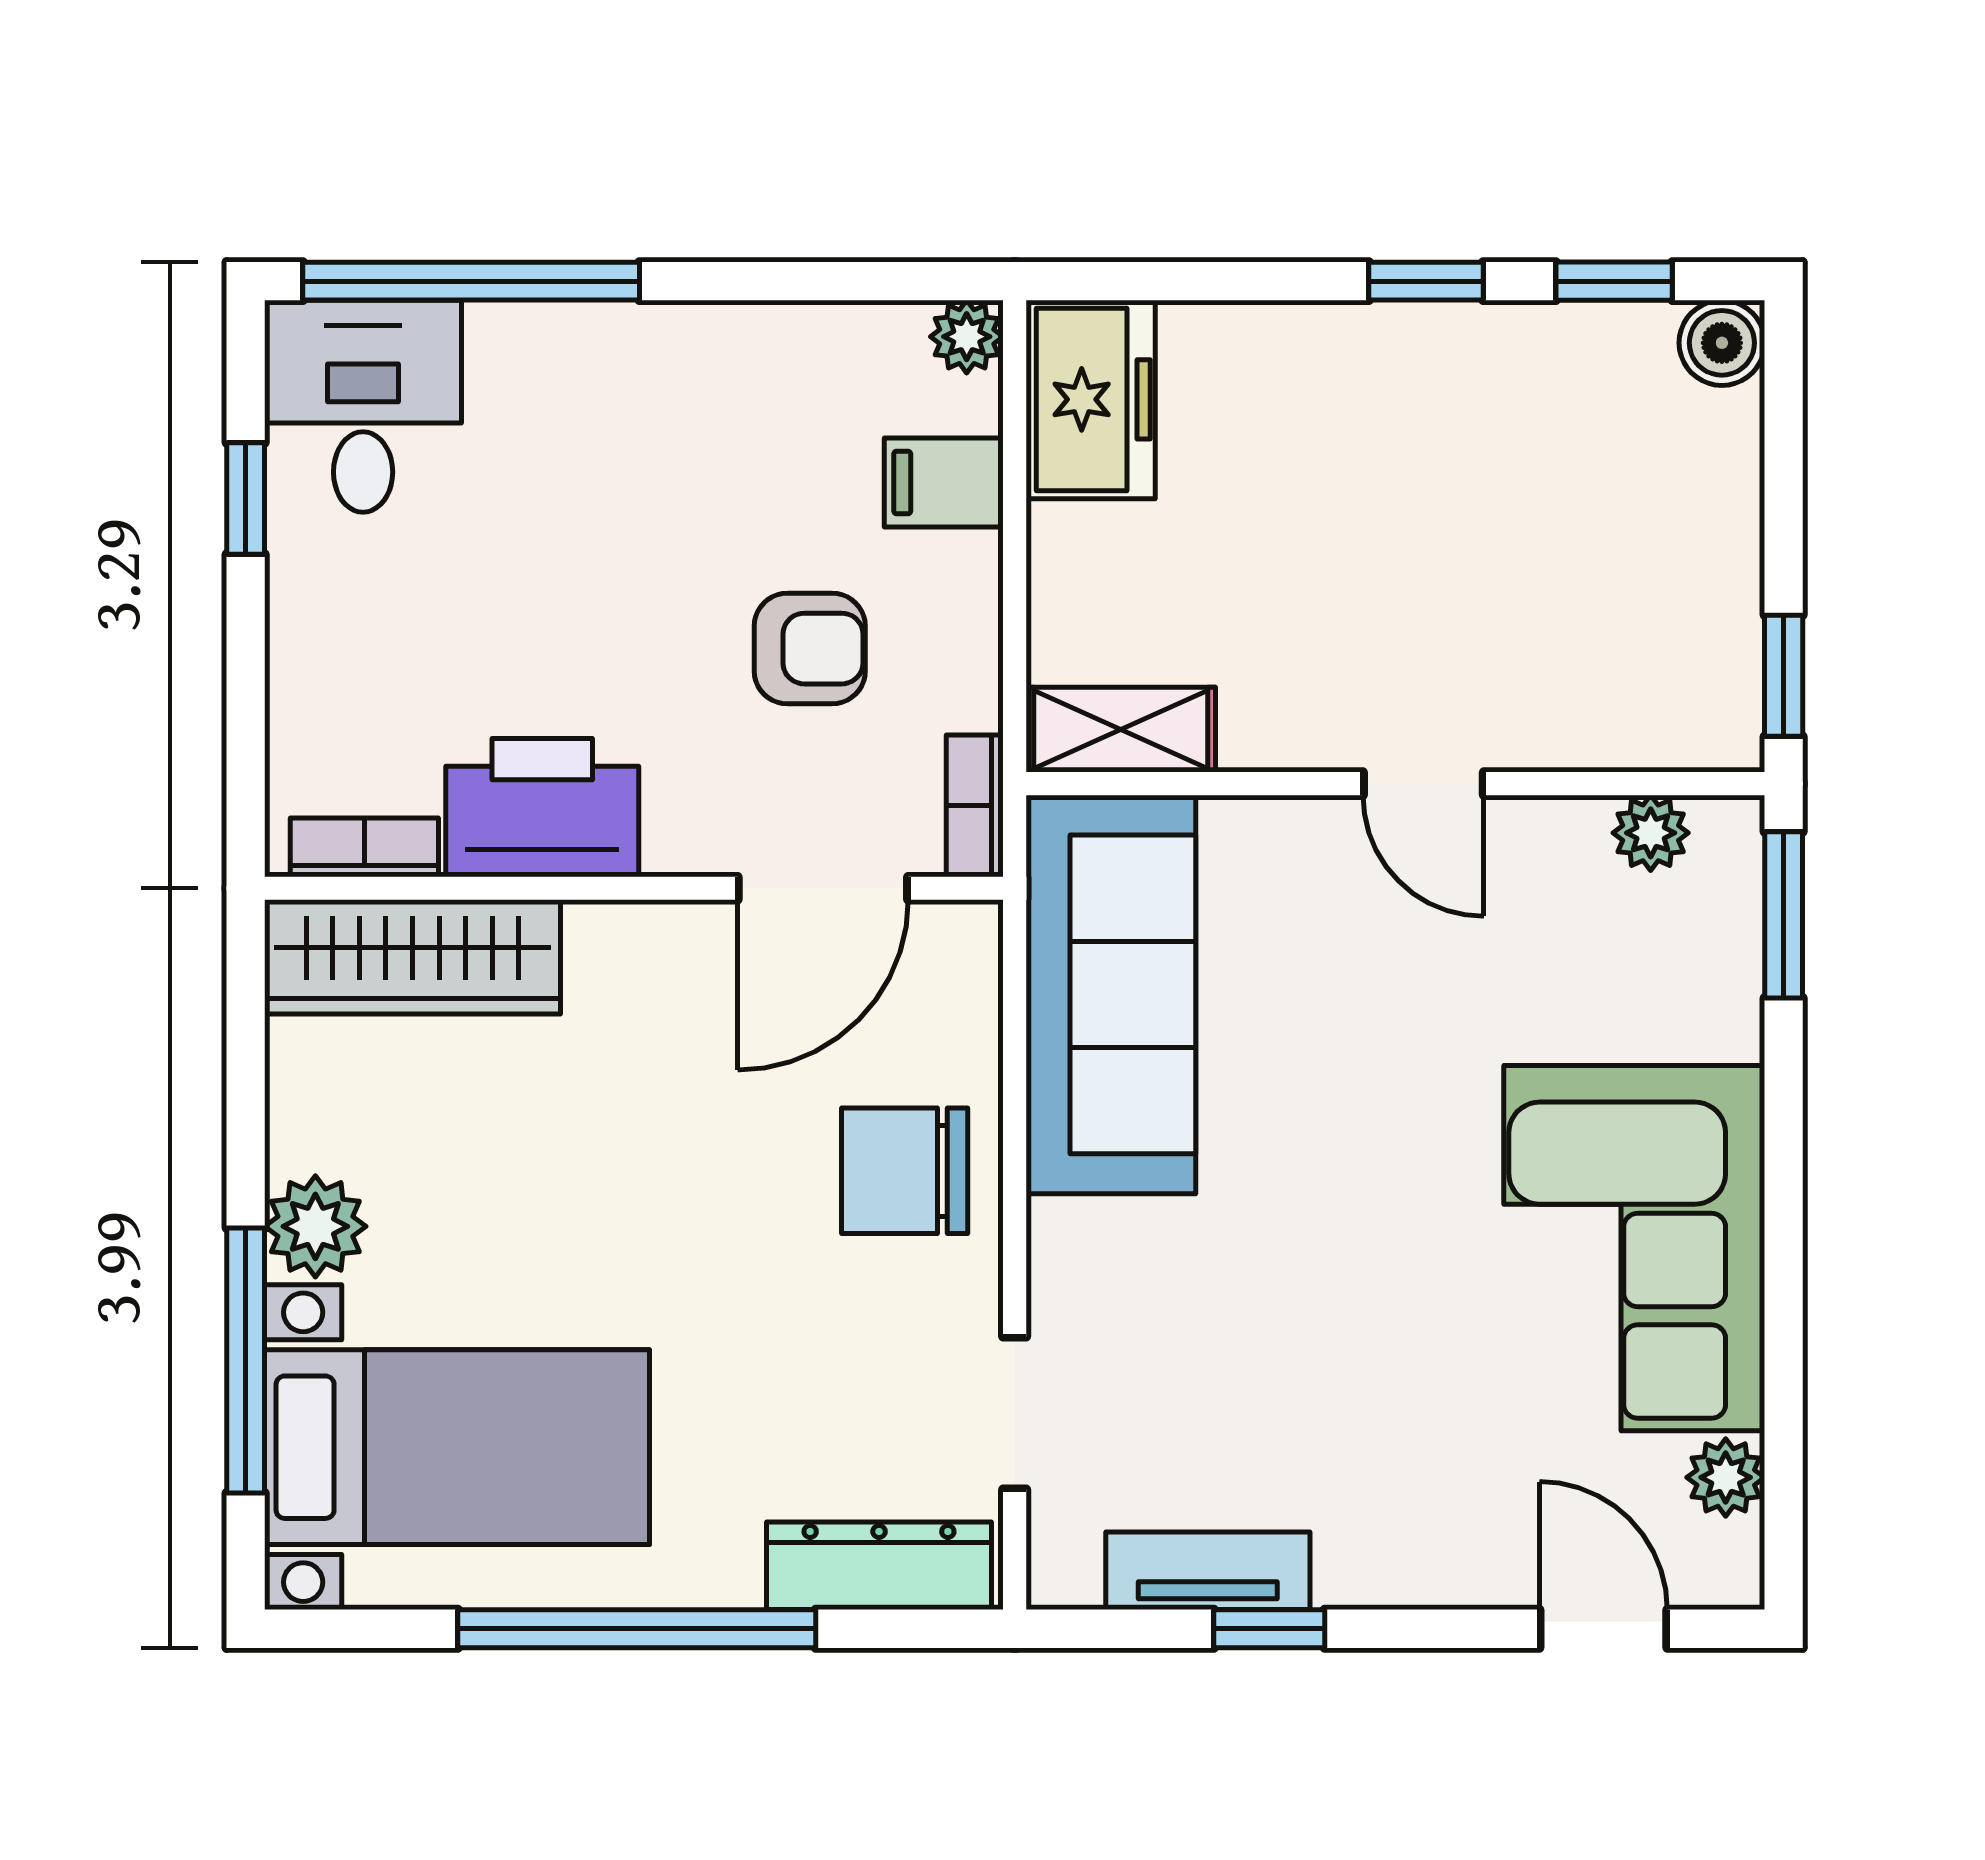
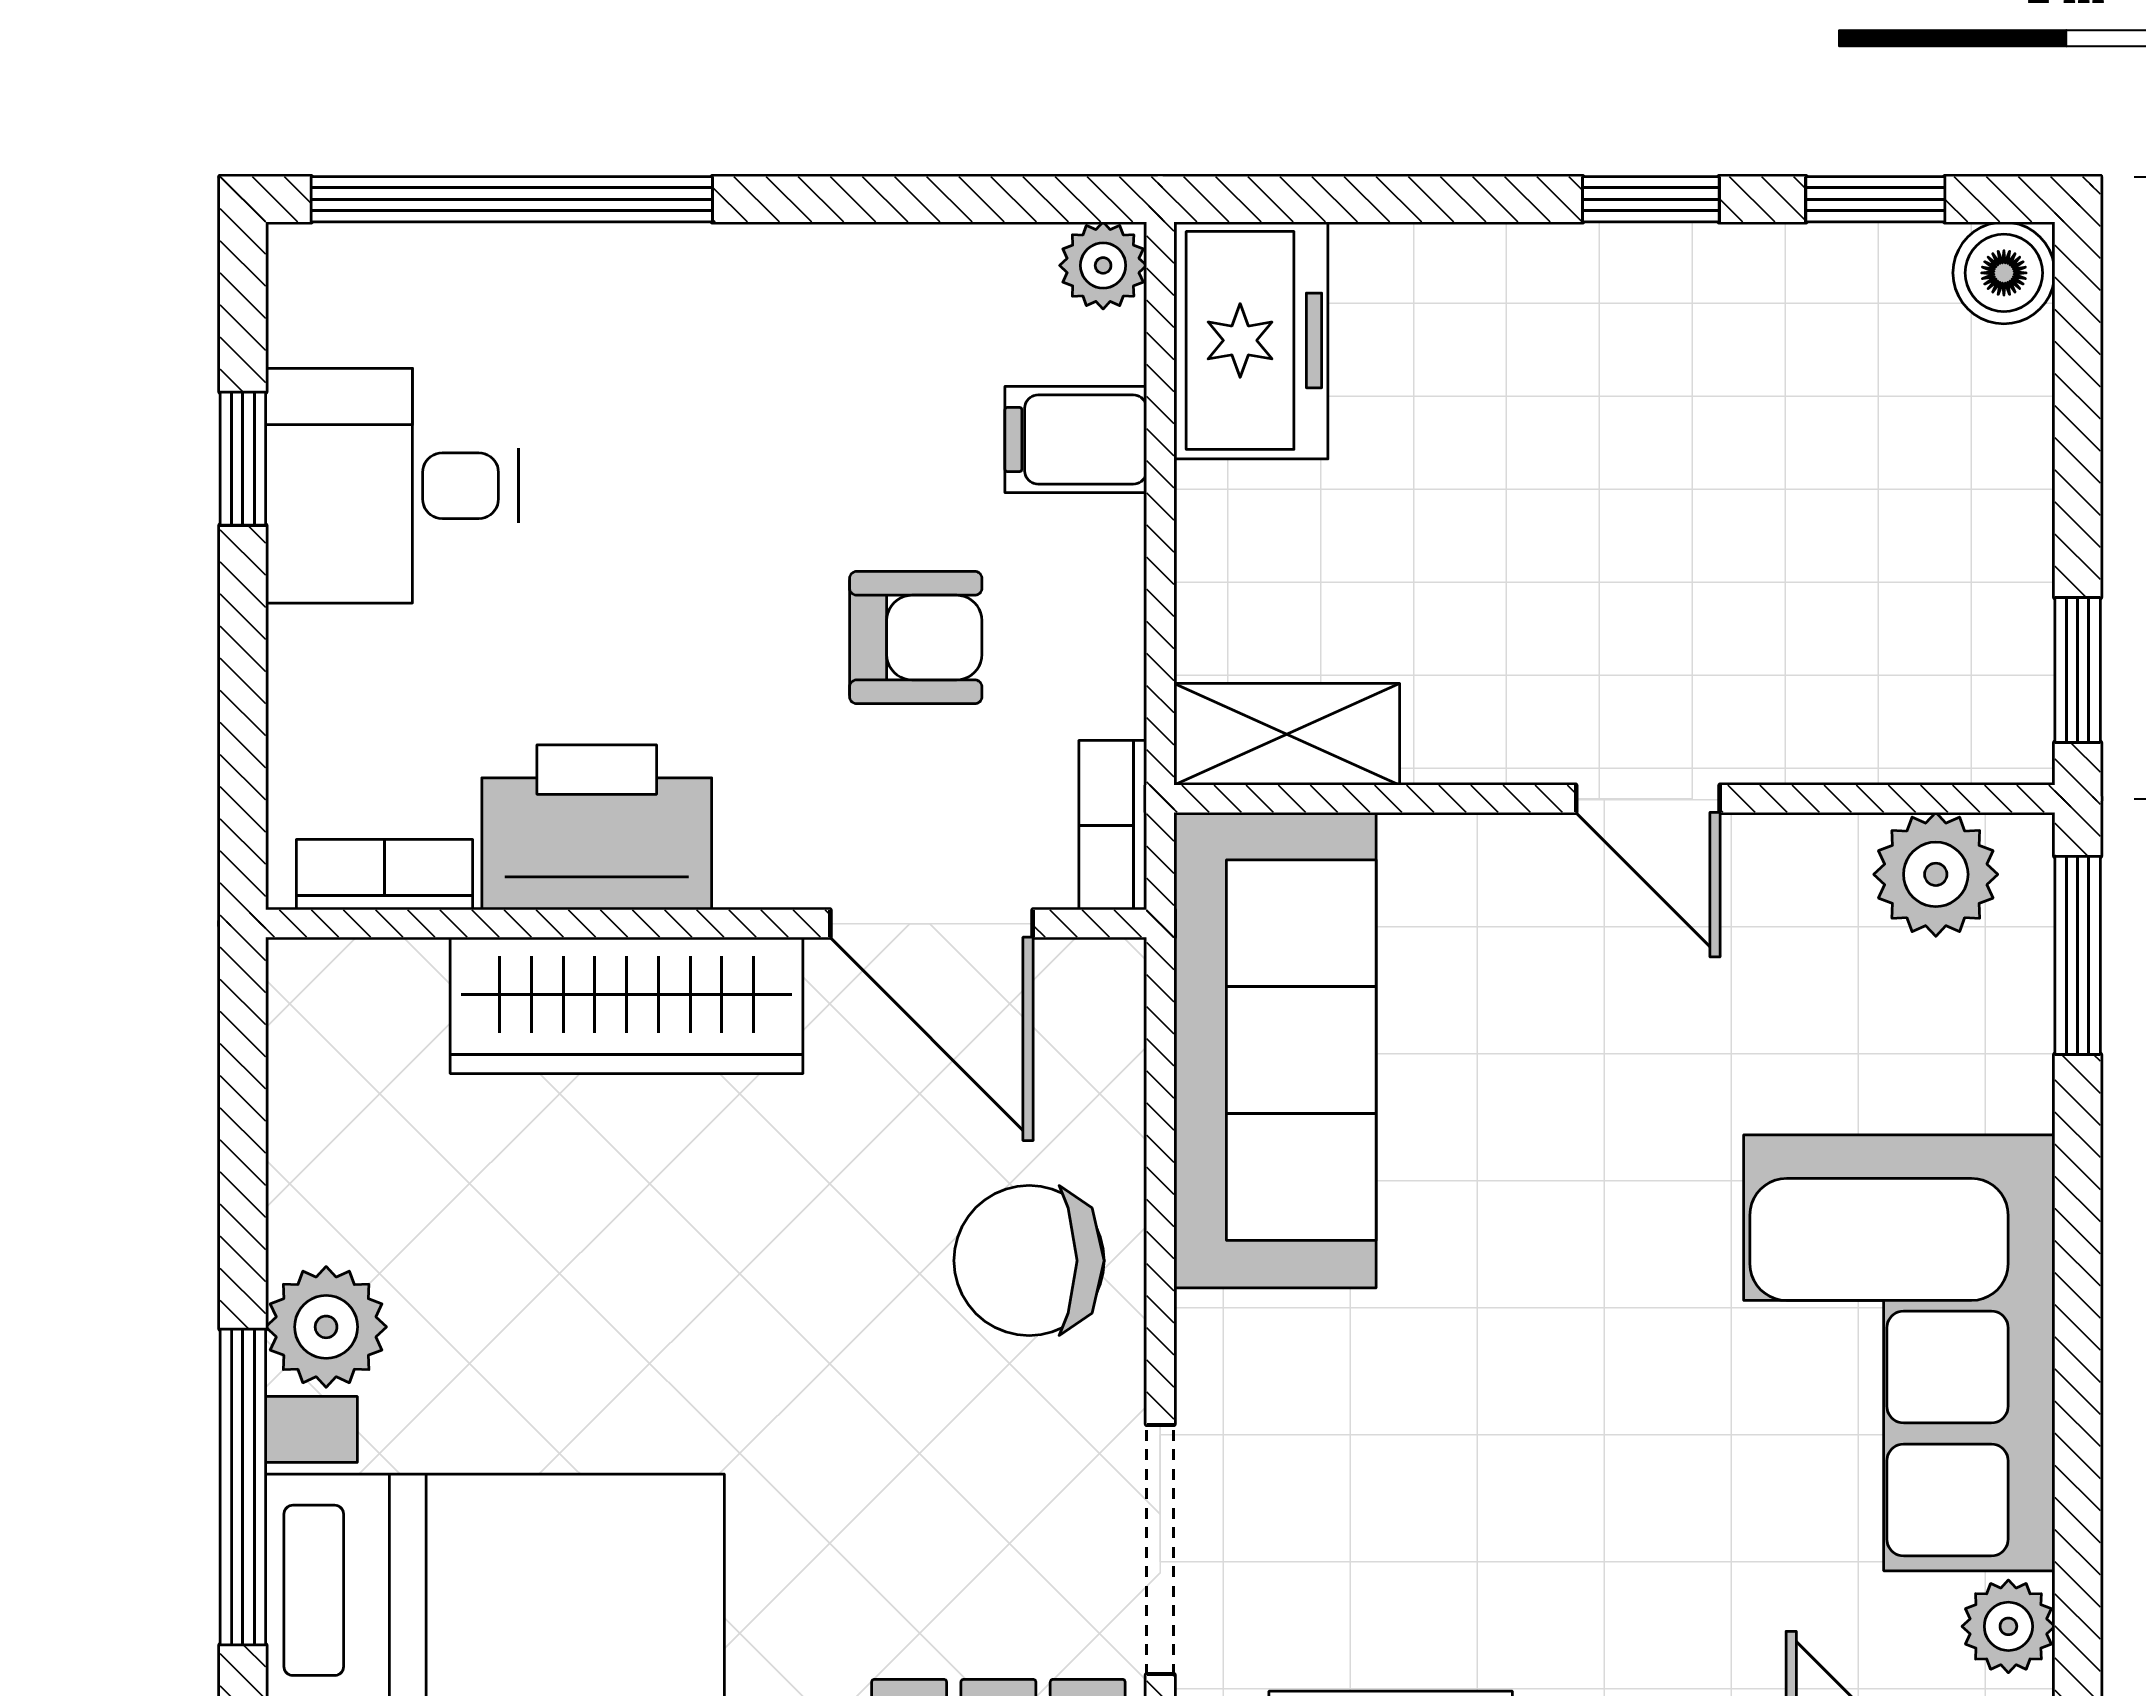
desk: (363, 406) -> (392, 486), moved, turned -90
plant: (1651, 833) -> (1936, 874), width x1.38, depth x1.38
door: (823, 888) -> (931, 924), hinge flipped
wardrobe: (413, 957) -> (627, 1005), moved
doorway: (1015, 1413) -> (1160, 1550), width x1.38

